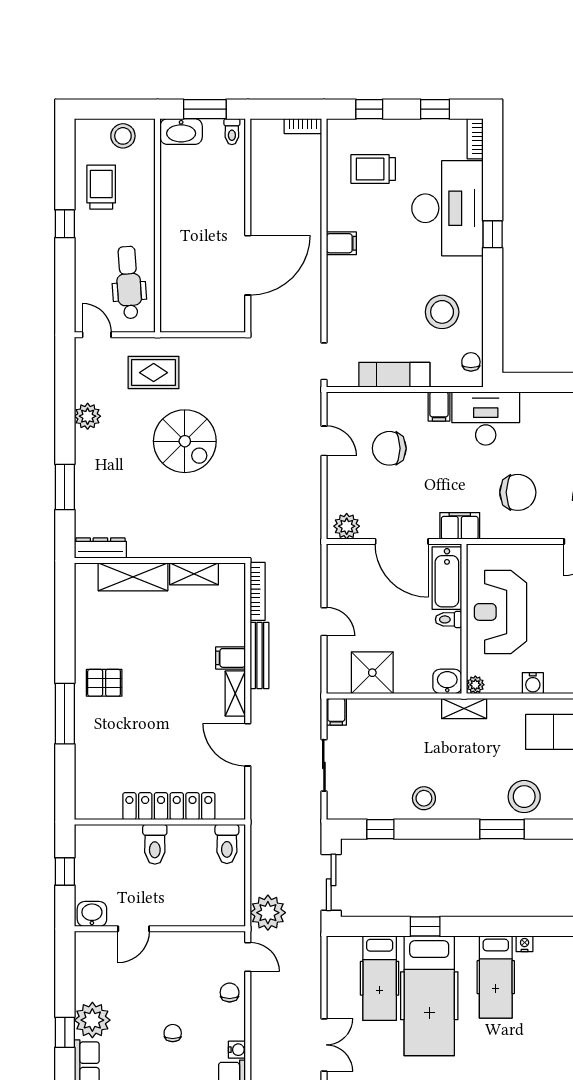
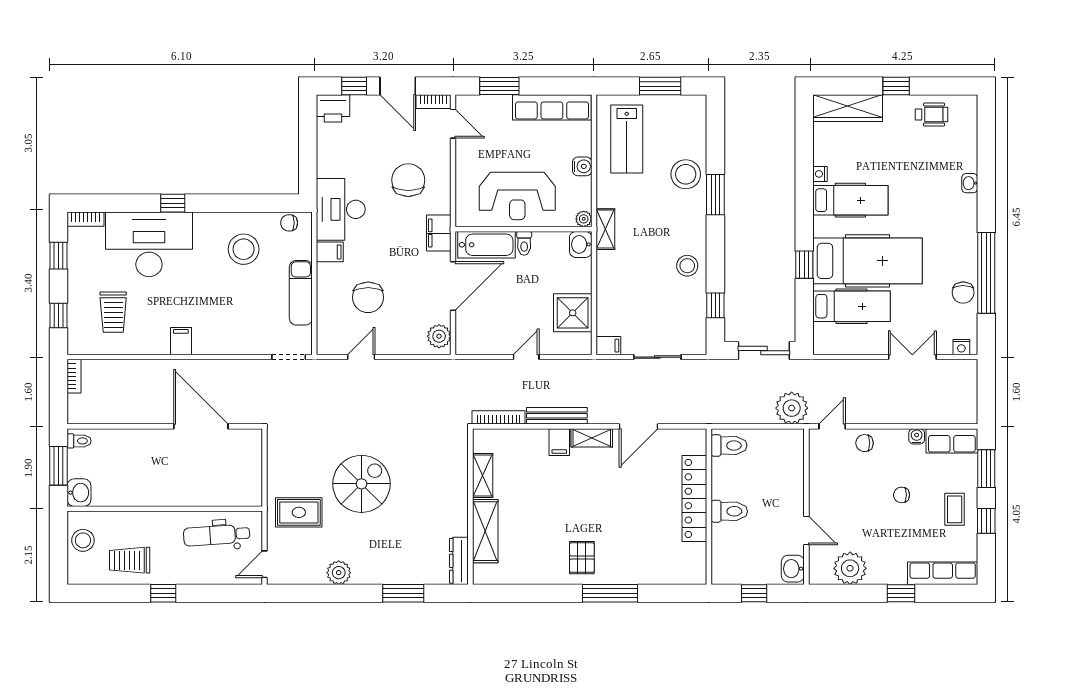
washbasin: (181, 132) -> (79, 493), width x0.72
rug: (154, 373) -> (299, 512), turned 90
plant: (92, 1020) -> (850, 568), moved

